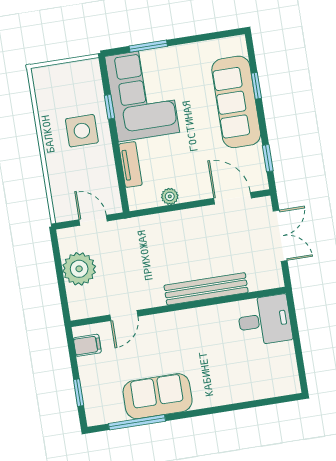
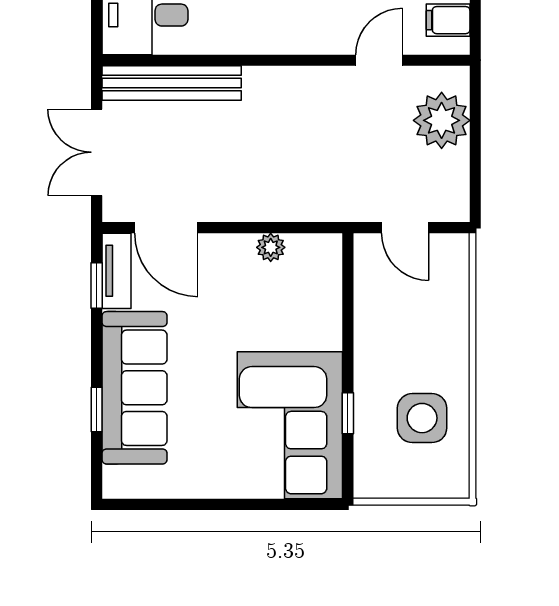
window: (148, 46) -> (267, 504), removed
side table: (82, 131) -> (422, 418), moved
tv unit: (130, 165) -> (116, 271), moved, turned 180
plant: (79, 269) -> (442, 120), moved
bench: (206, 289) -> (172, 83), moved

